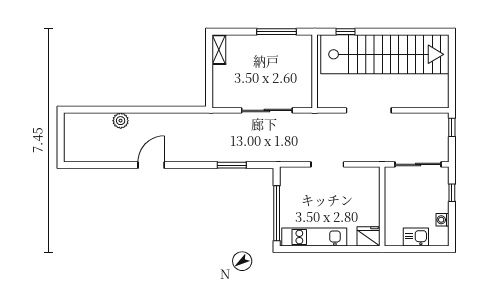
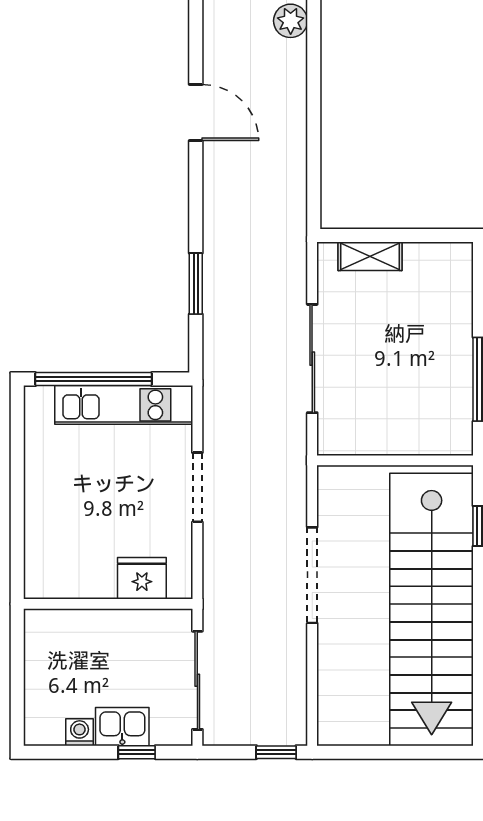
shelving: (219, 50) -> (370, 256), moved
plant: (121, 121) -> (291, 21), moved
fridge: (369, 236) -> (142, 578), moved, turned -90
kitchen unit: (314, 237) -> (124, 405), moved, turned 90
kitchen sink: (416, 237) -> (122, 727), moved, turned -90

